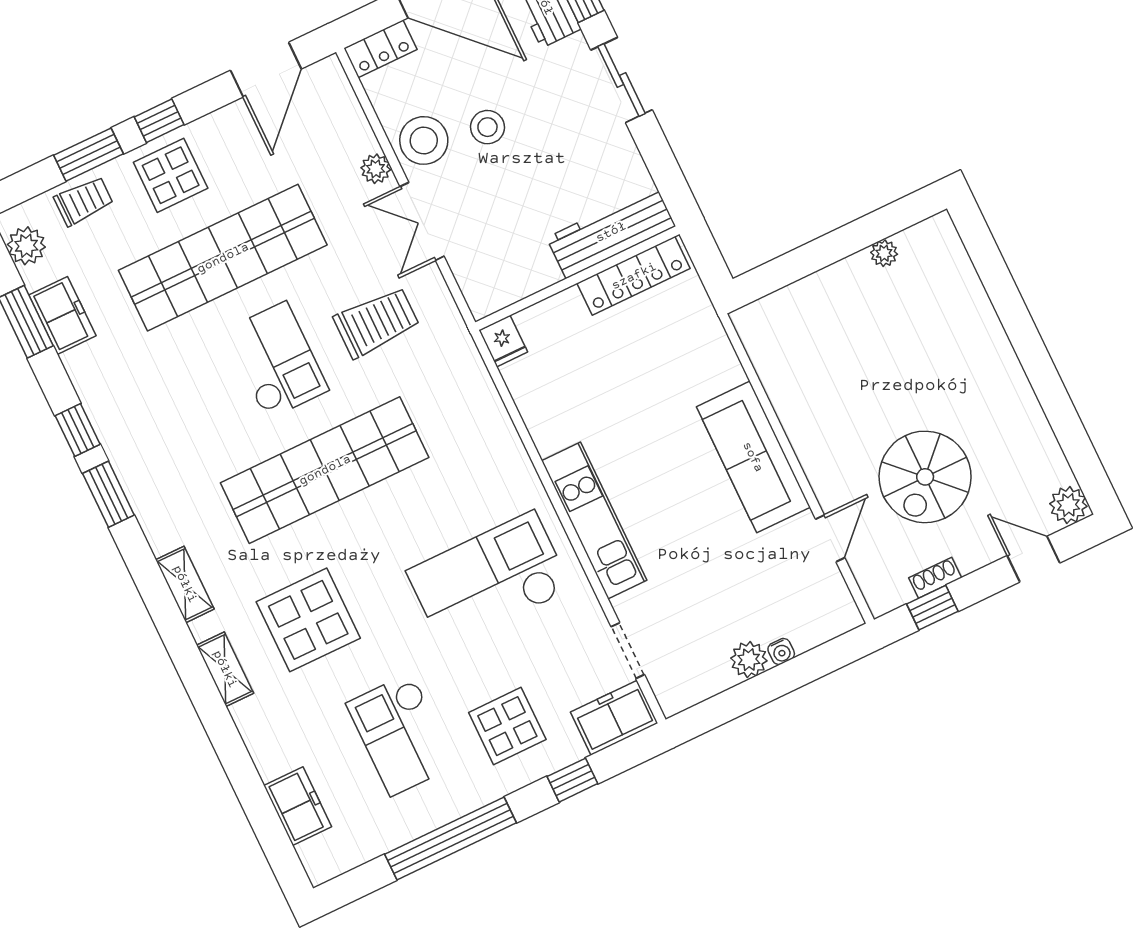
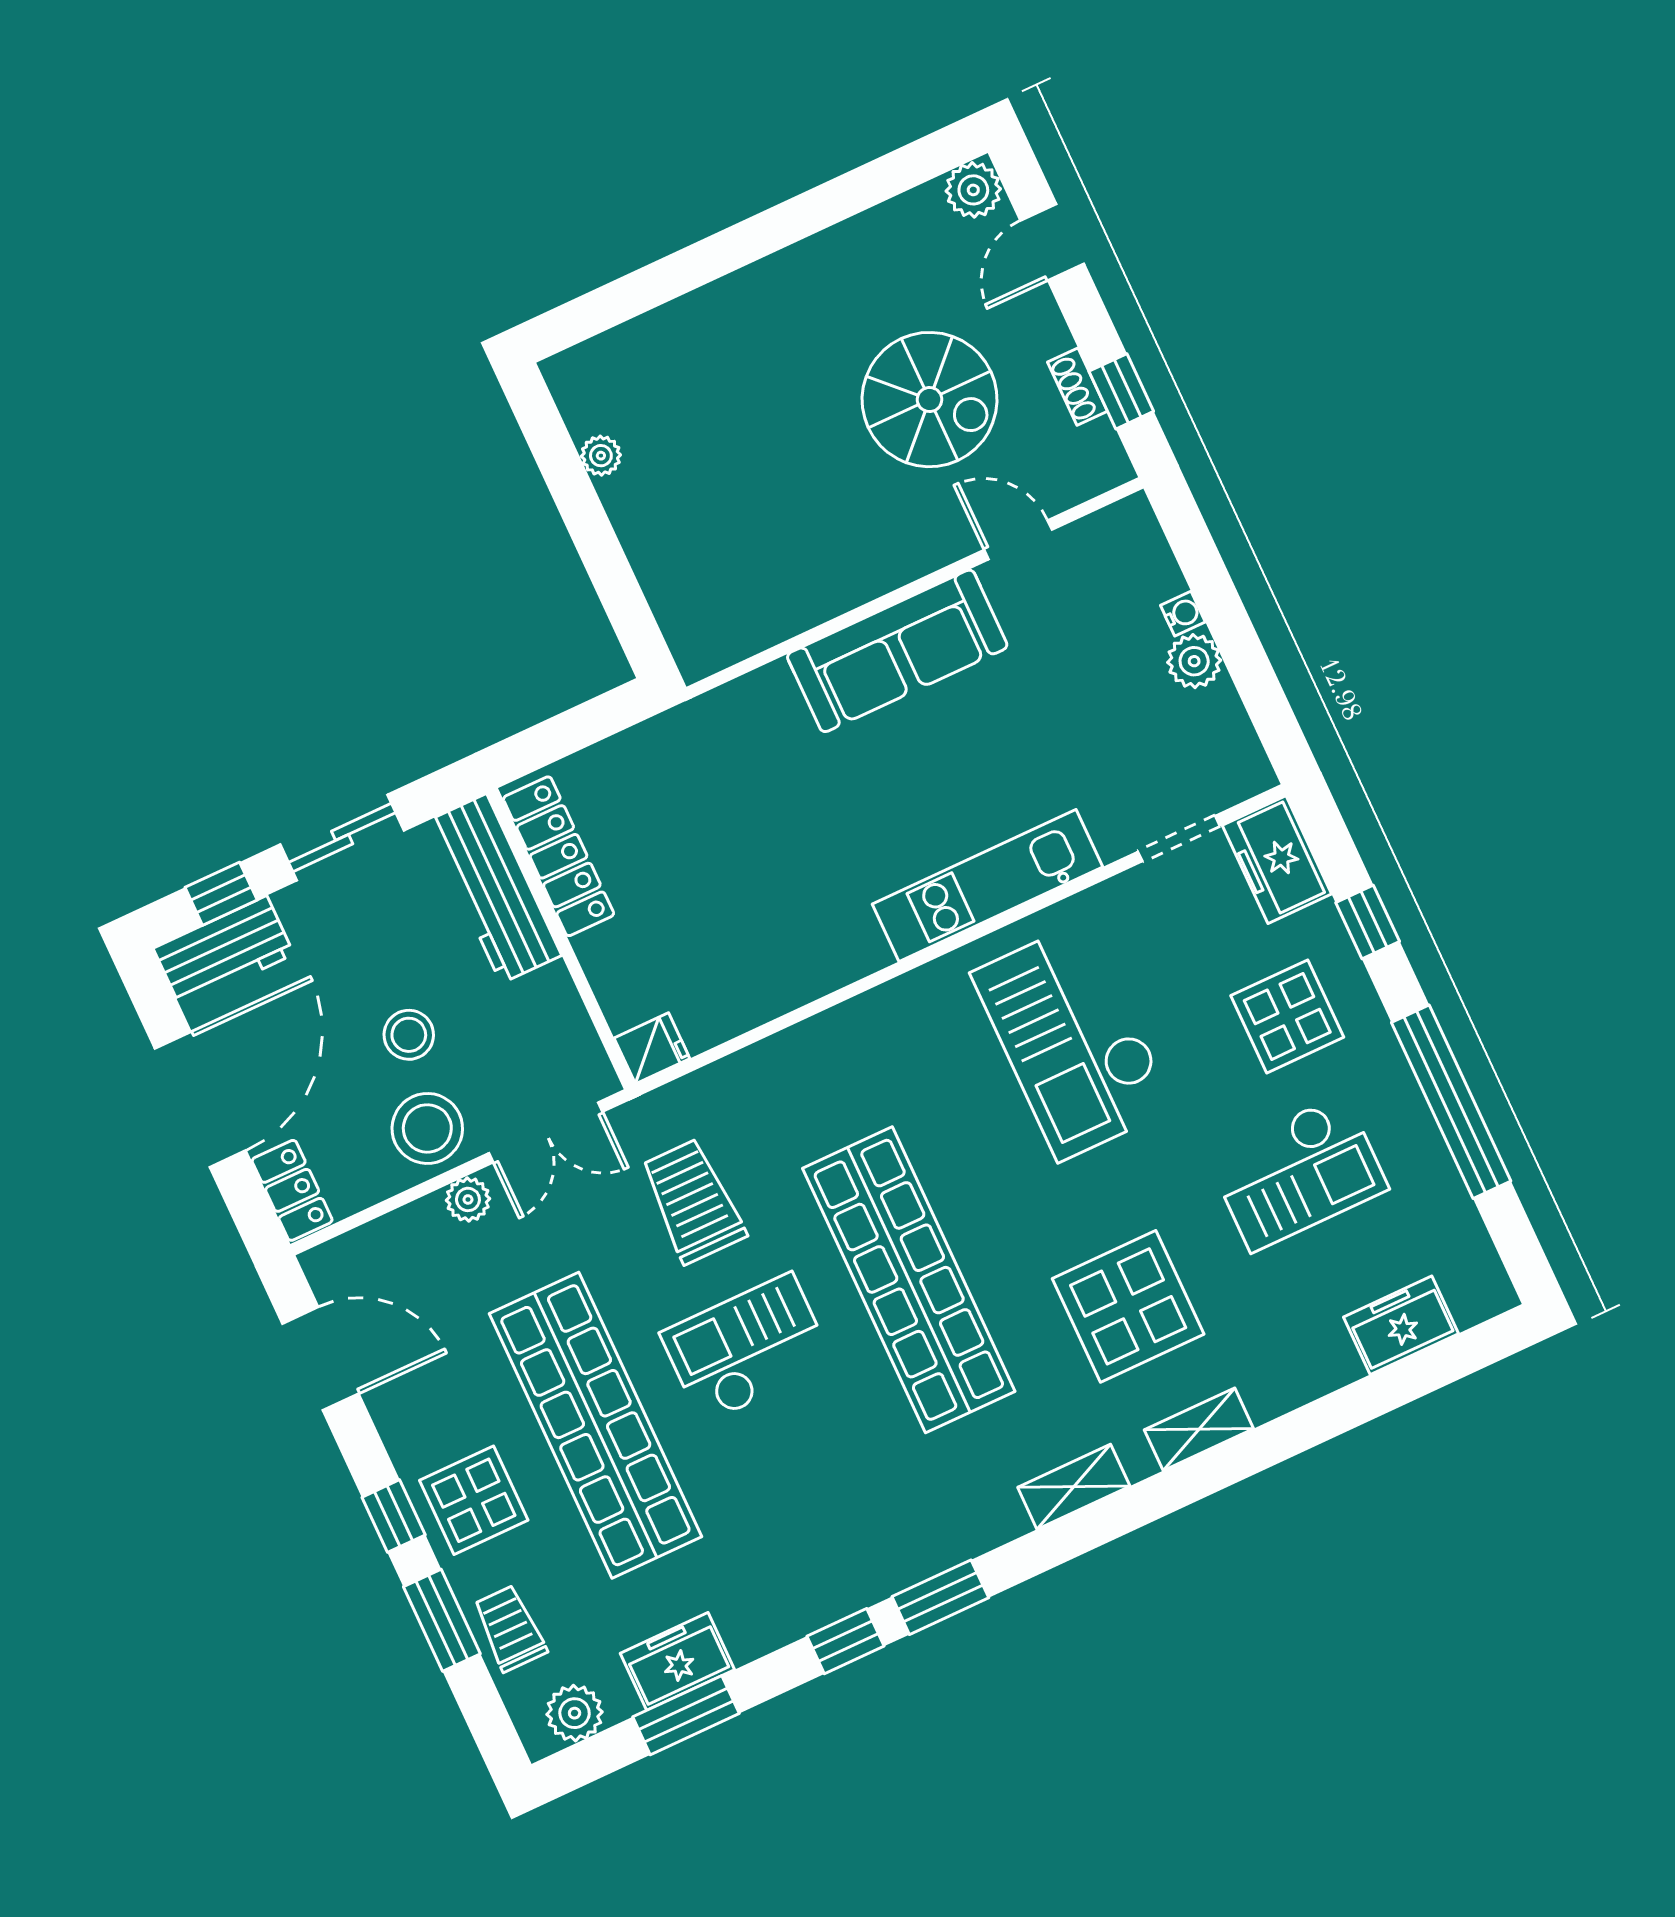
workbench: (611, 232) -> (494, 888), moved
locker: (634, 276) -> (559, 856), moved
wall: (577, 278) -> (561, 939), moved
fridge: (503, 341) -> (652, 1048), moved

